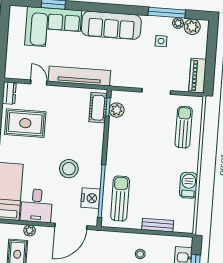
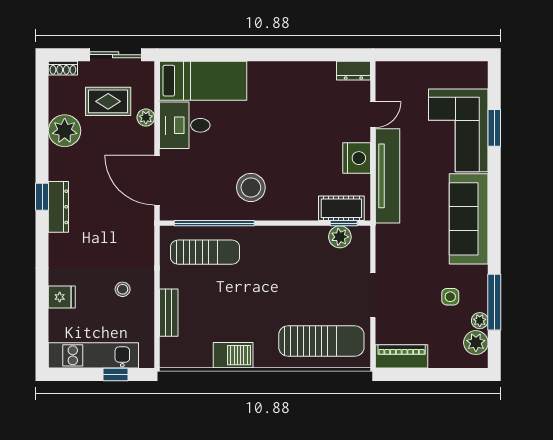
rug: (25, 123) -> (309, 99), removed
sun lounger: (184, 127) -> (321, 341), width x1.36, depth x1.34
stool: (69, 169) -> (251, 187), moved
nightstand: (90, 198) -> (357, 158), moved, turned -90

